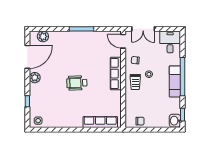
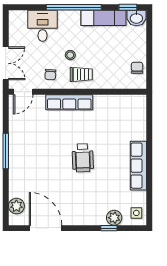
desk: (170, 42) -> (43, 26), moved, turned 90
plant: (35, 78) -> (114, 218), moved
exam couch: (175, 82) -> (103, 18), moved
row of seats: (100, 122) -> (138, 166), moved

